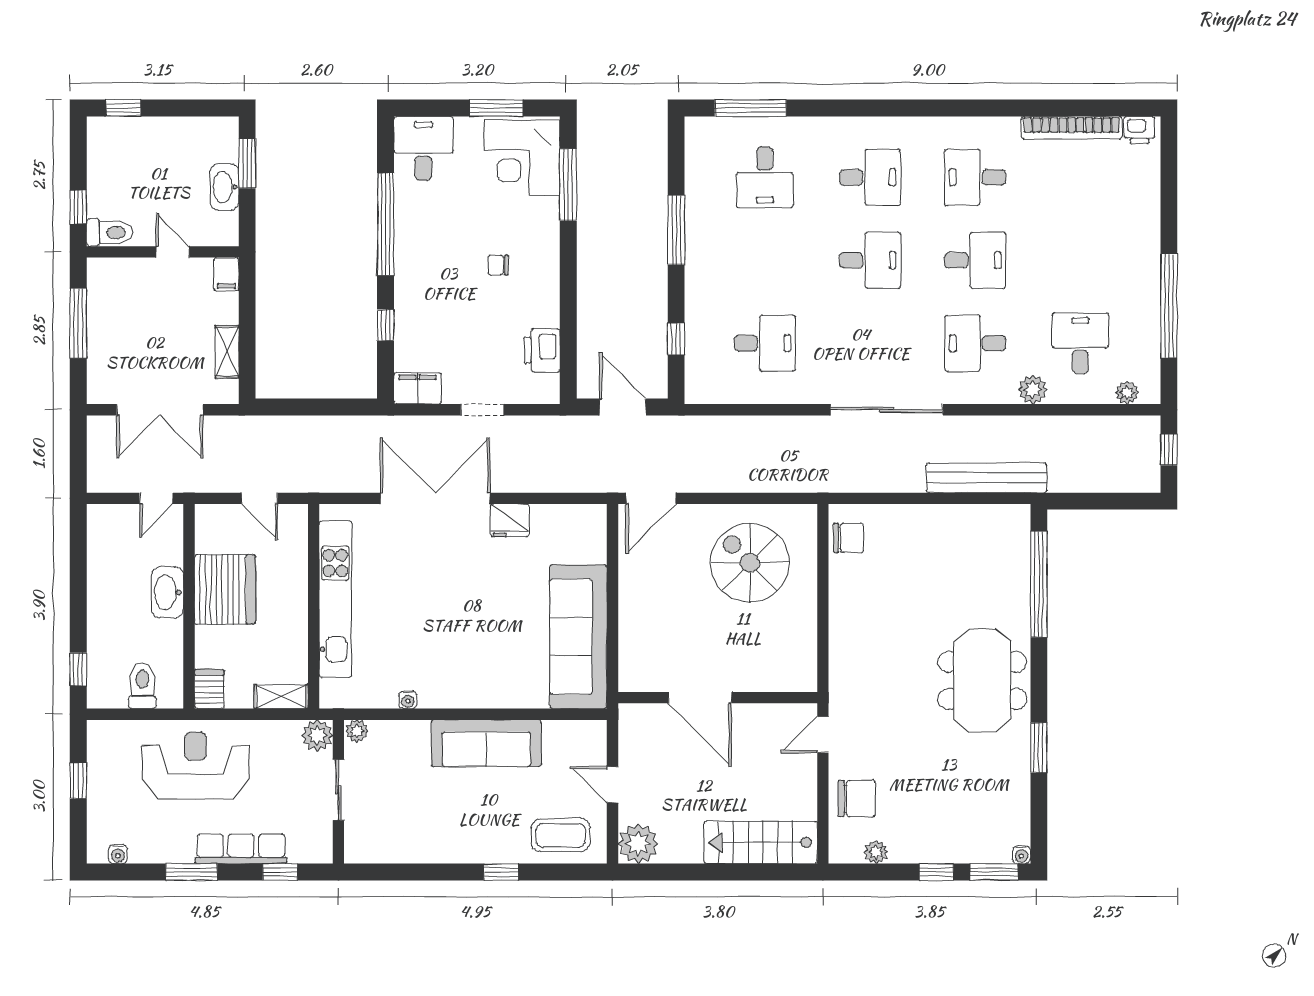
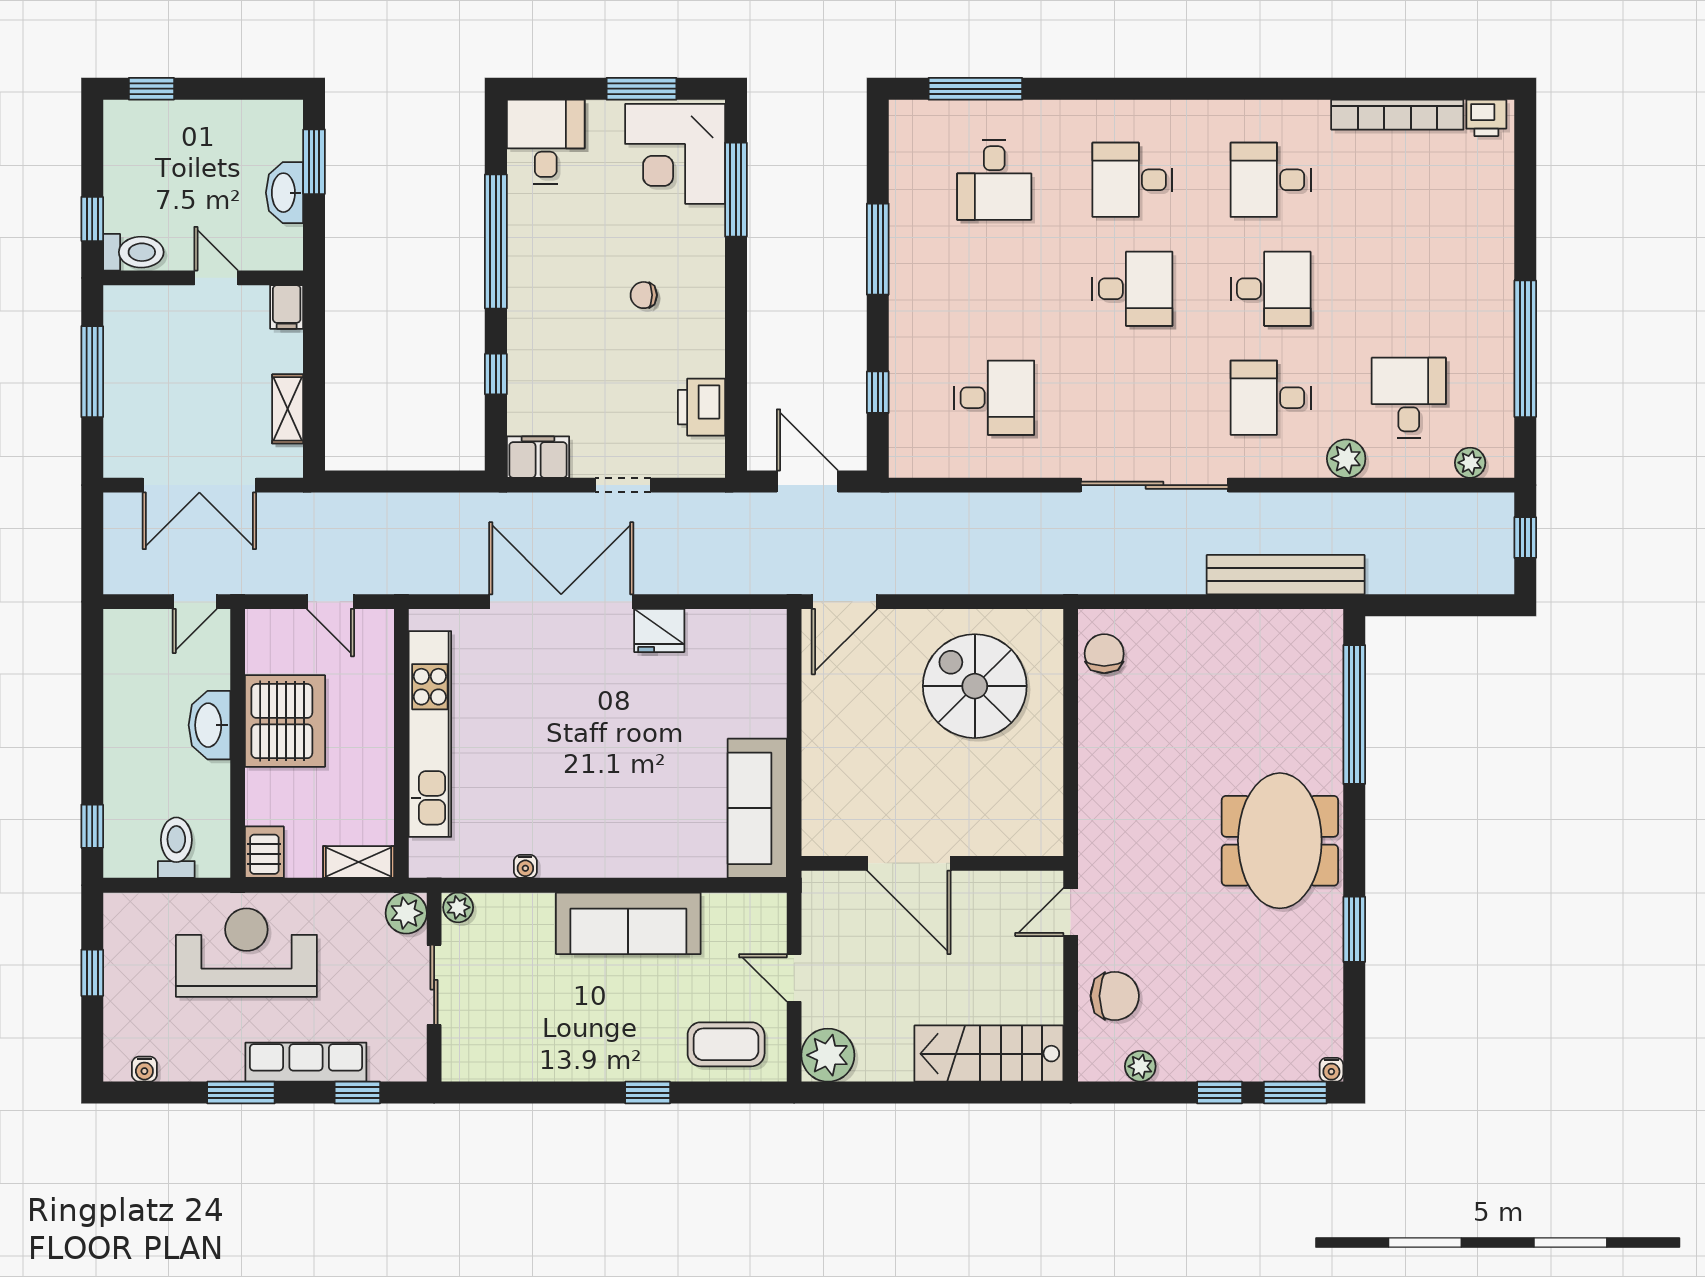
desk: (870, 177) -> (1132, 180), turned 180
chair: (849, 538) -> (1104, 654), turned -90
sofa: (578, 637) -> (757, 808), width x0.74, depth x0.79

